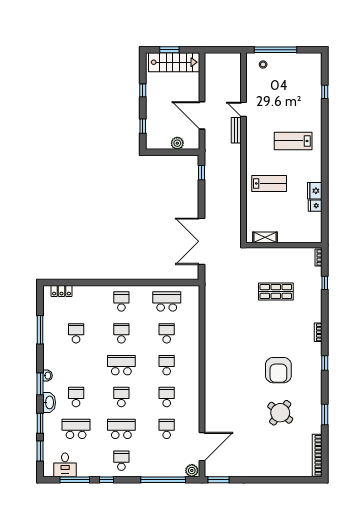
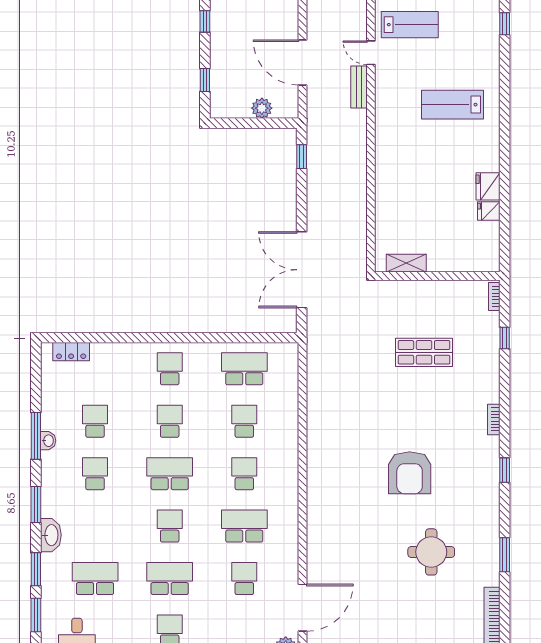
lab bench: (269, 183) -> (410, 25), moved
window: (40, 330) -> (36, 436), moved
armchair: (278, 370) -> (410, 473), moved
washbasin: (48, 376) -> (48, 441), moved
school desk: (76, 397) -> (95, 474), moved
school desk: (167, 397) -> (244, 526), width x1.85
round table: (280, 413) -> (431, 552), turned -38

